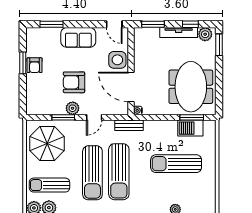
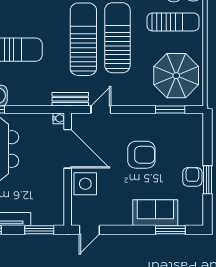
door: (114, 24) -> (89, 230), swing flipped
sofa: (78, 37) -> (155, 213), moved
plant: (73, 108) -> (143, 121), removed
window: (63, 117) -> (170, 109), moved
door: (94, 117) -> (101, 109), moved

